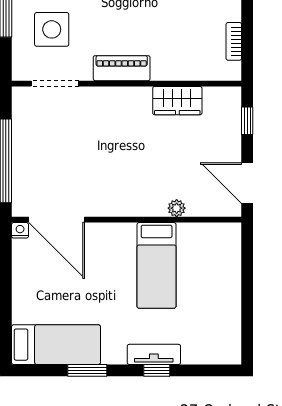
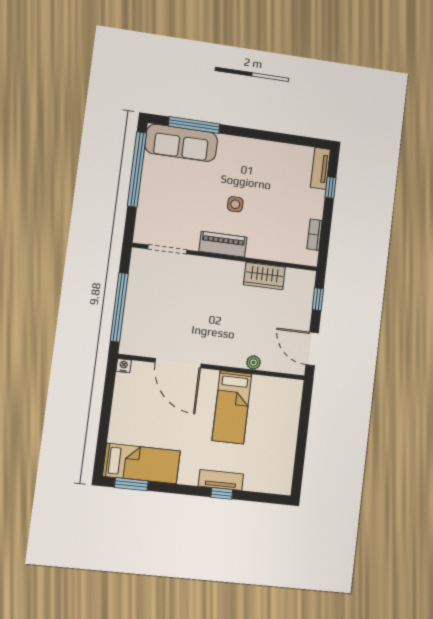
side table: (52, 29) -> (235, 204), moved, width x0.54, depth x0.54
door: (57, 220) -> (178, 363), moved
window: (87, 370) -> (131, 484), moved

